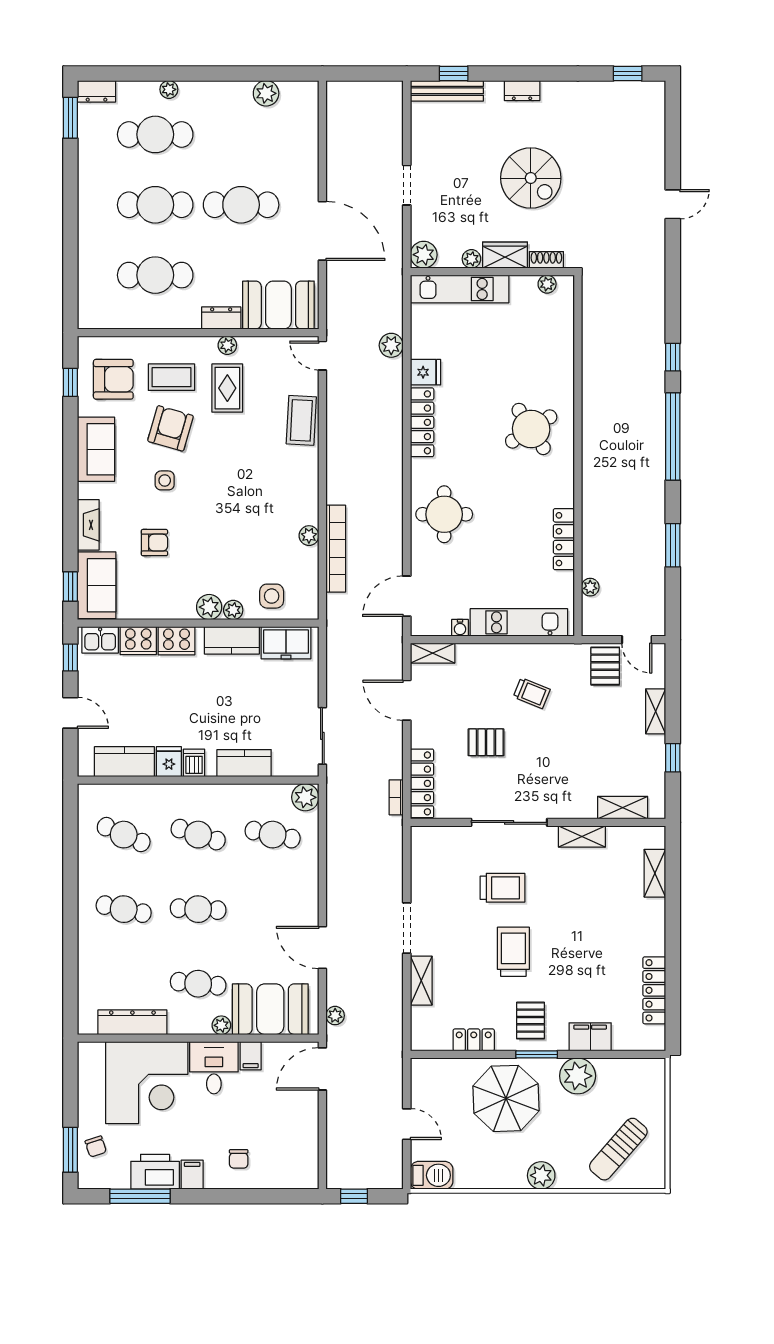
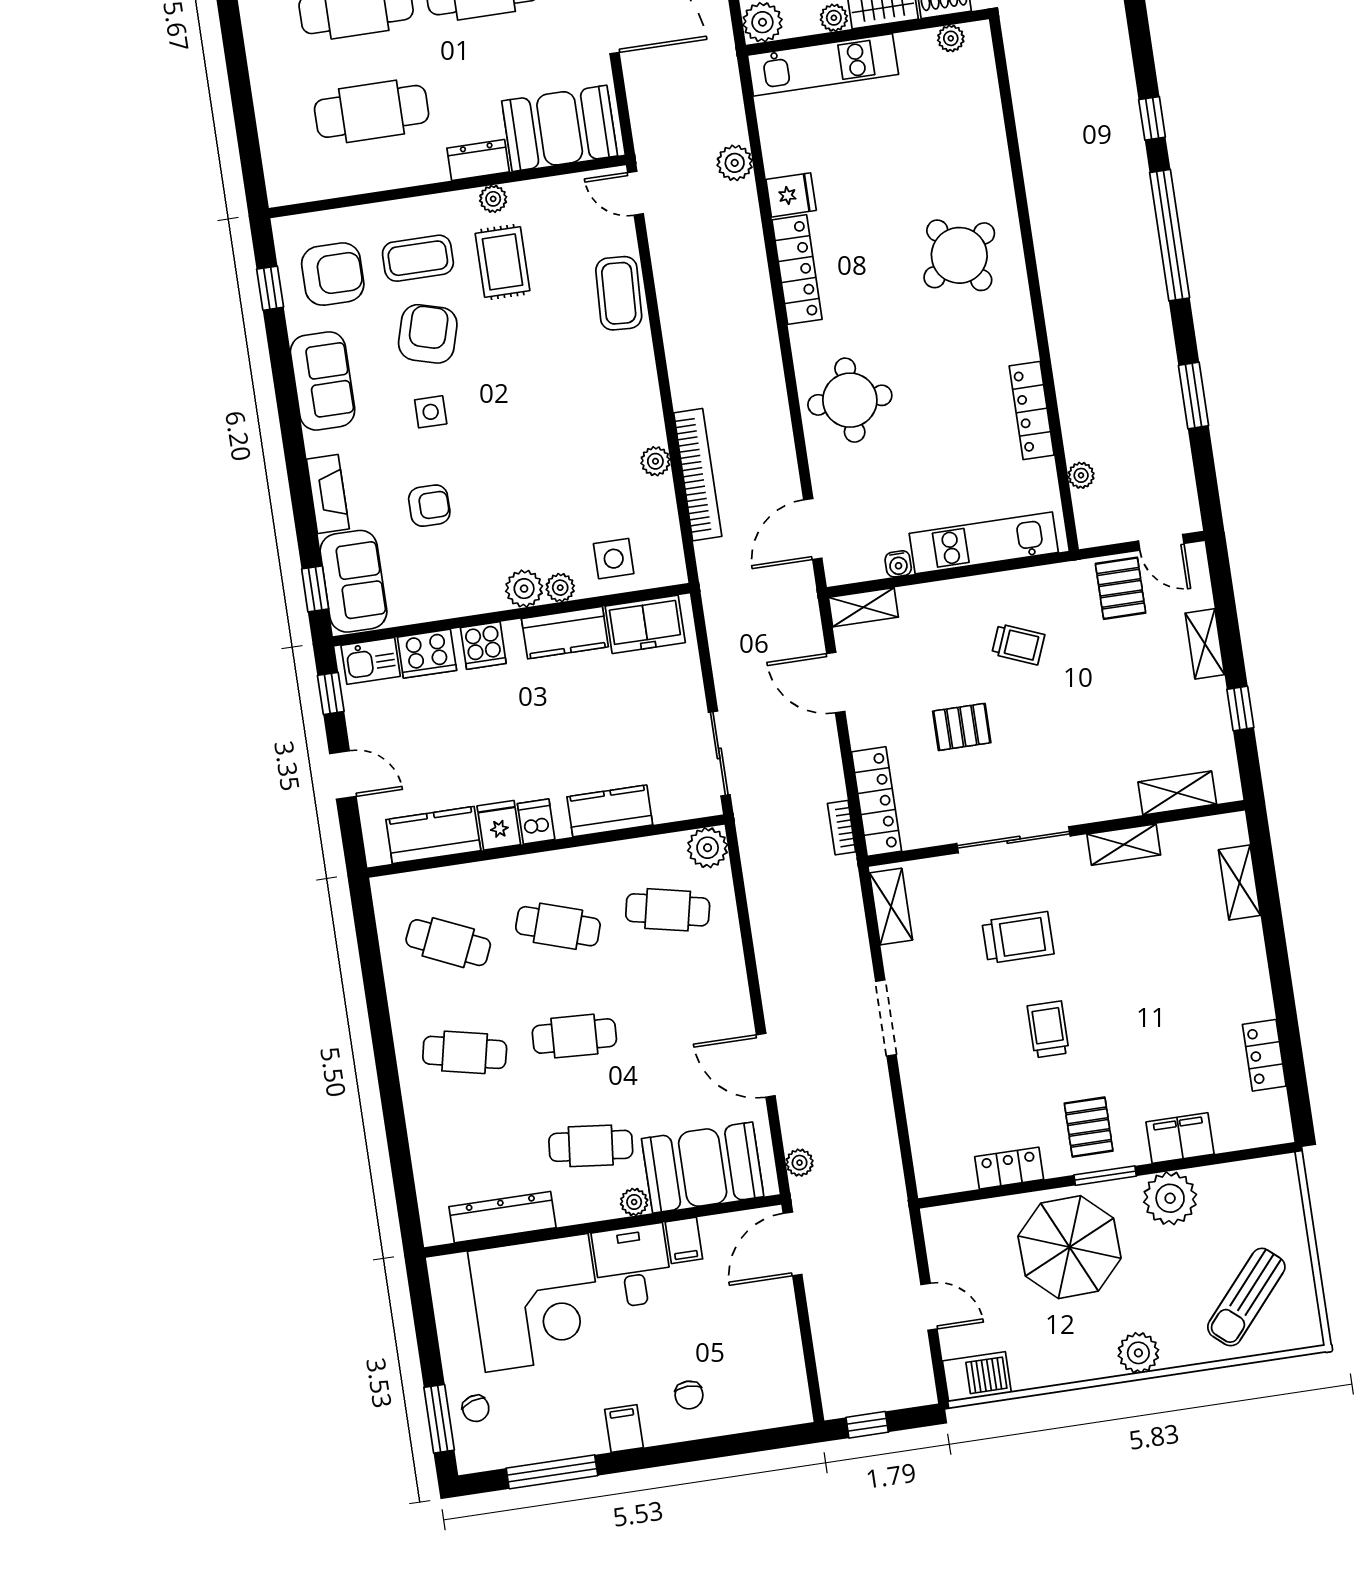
cooker: (176, 641) -> (483, 646), width x0.73
trolley: (513, 952) -> (1048, 1029), width x0.73, depth x0.72
shelving: (421, 981) -> (891, 907), moved
locker: (654, 990) -> (1264, 1055), width x0.66
printer: (155, 1172) -> (569, 1433), removed

